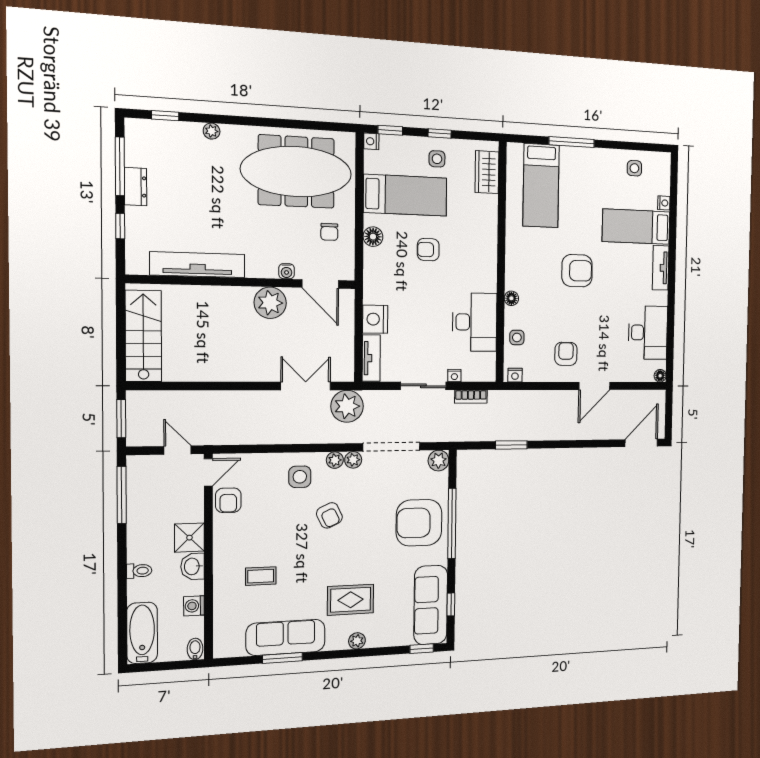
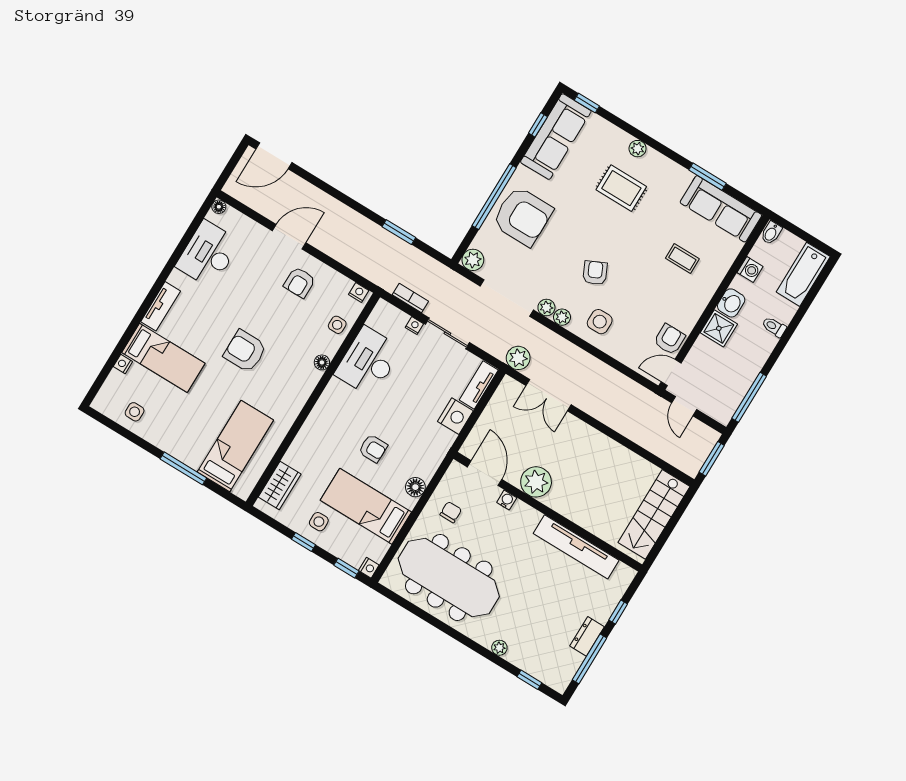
plant: (347, 406) -> (518, 358), width x0.73, depth x0.73
sofa: (286, 637) -> (721, 209), moved

